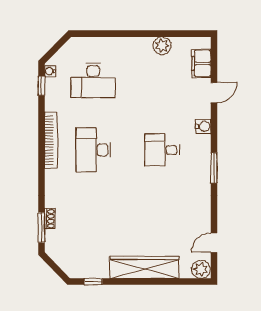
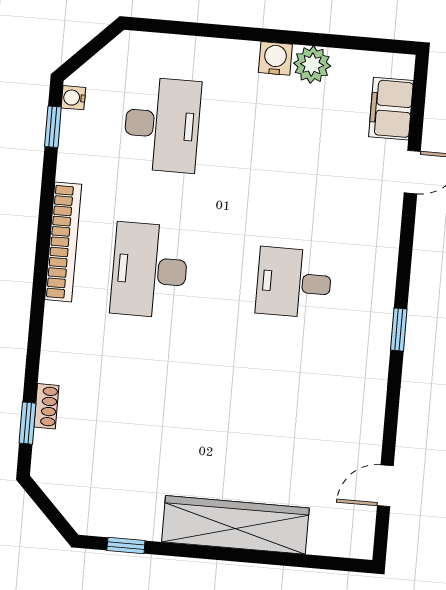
desk: (93, 80) -> (162, 125), turned -90
water cooler: (203, 126) -> (275, 58), moved, turned -90
window: (214, 168) -> (399, 330), width x0.67
window: (41, 227) -> (28, 423), width x0.67
plant: (201, 269) -> (353, 539), removed

